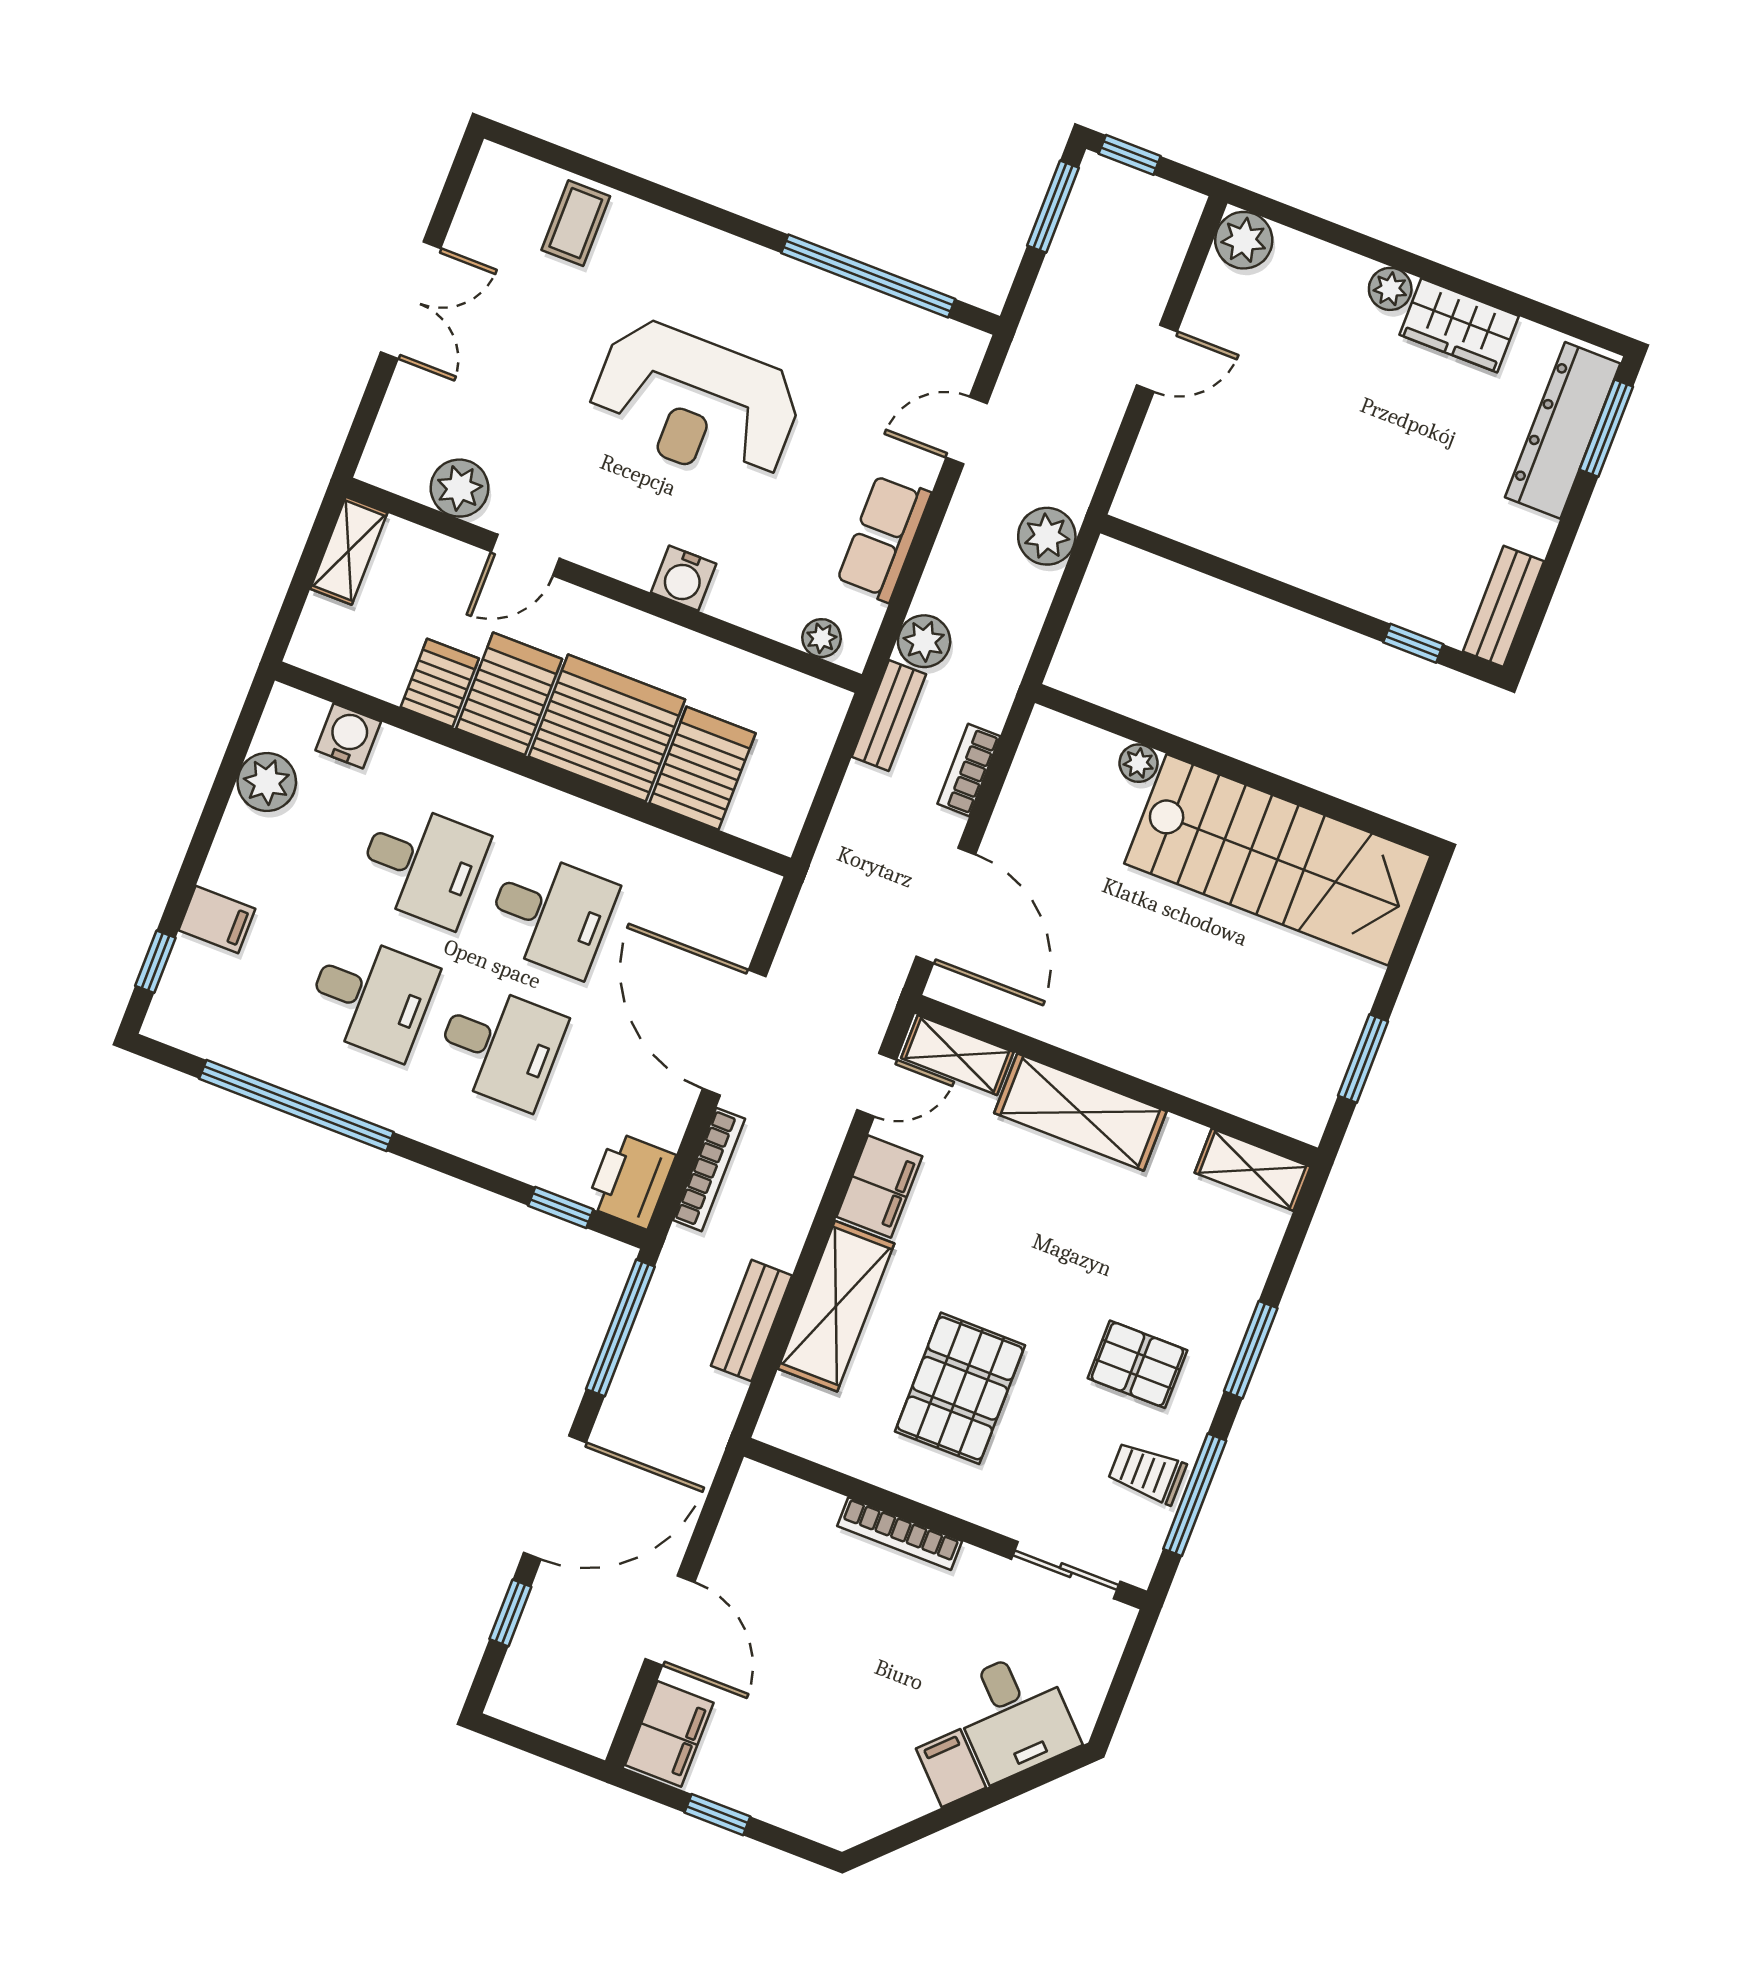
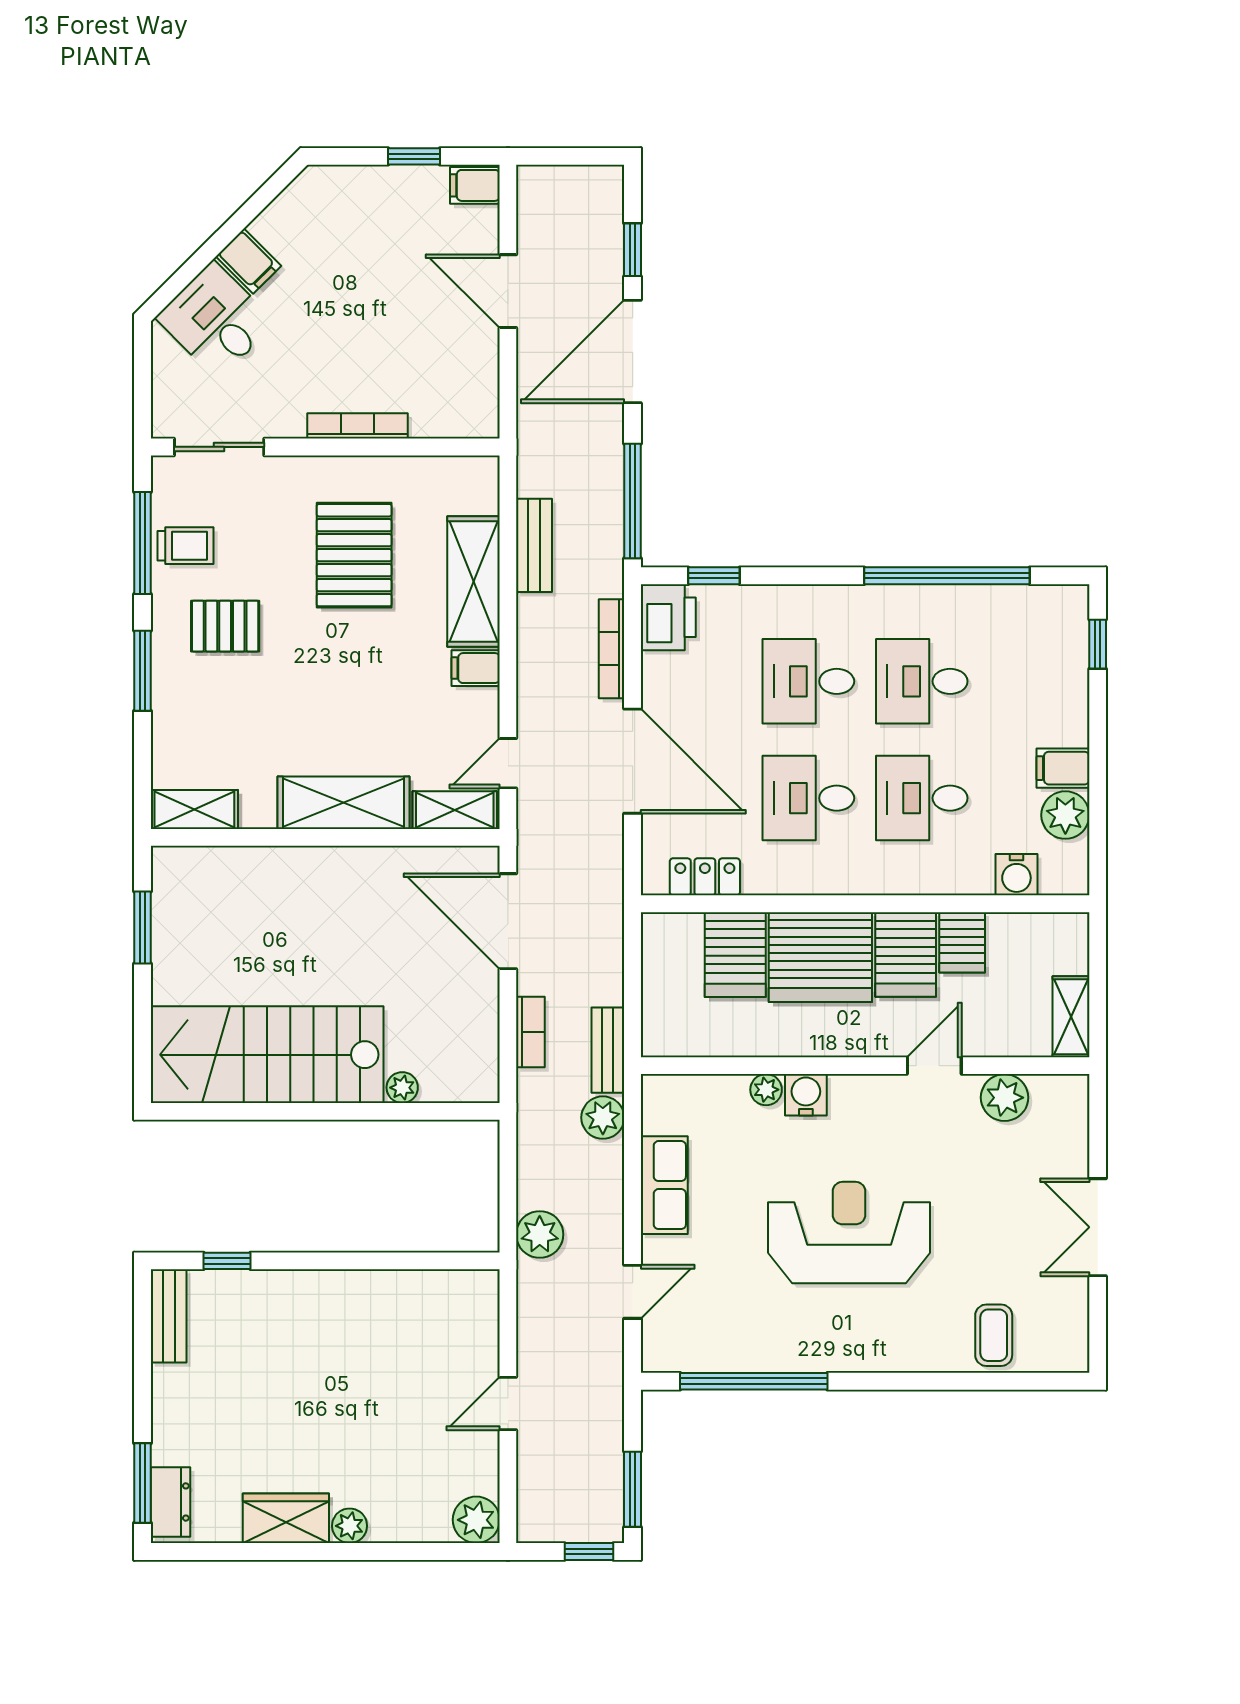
dresser: (1563, 430) -> (170, 1502), width x0.51, depth x0.80
plant: (822, 638) -> (766, 1090), moved
locker: (703, 870) -> (705, 877), added
filing cabinet: (217, 919) -> (1063, 768), moved
filing cabinet: (879, 1187) -> (476, 668), width x0.50
filing cabinet: (669, 1734) -> (475, 185), width x0.50

